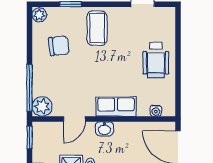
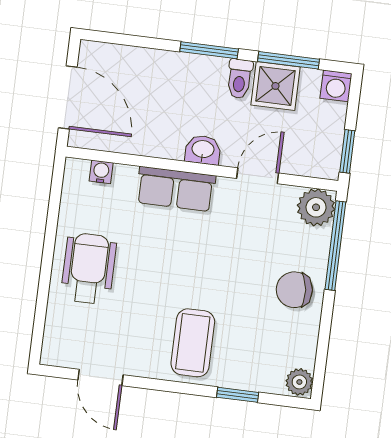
chair: (59, 46) -> (294, 290), moved

